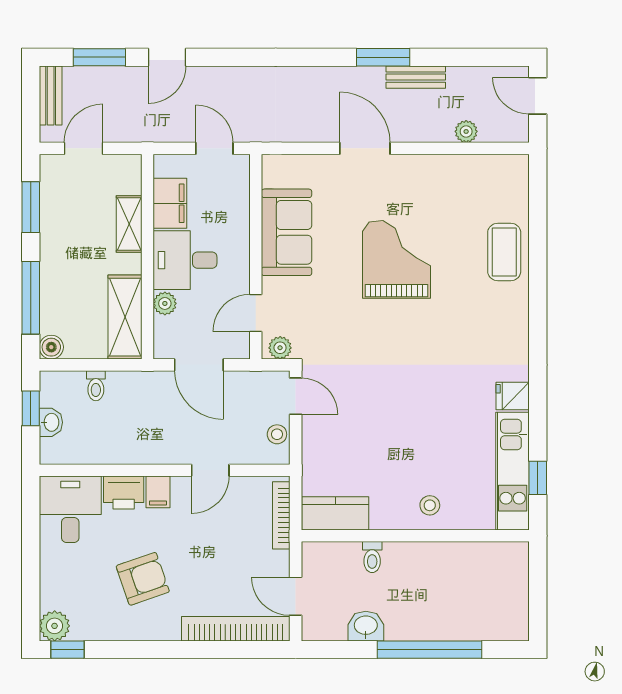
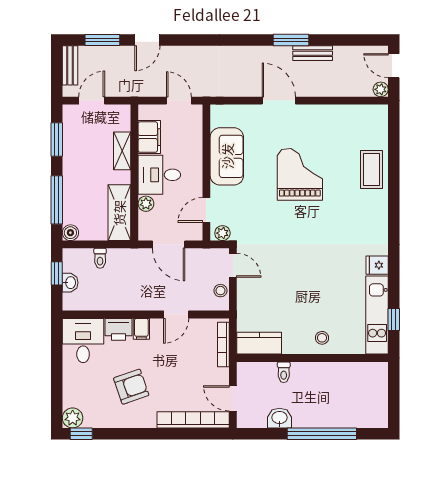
plant: (466, 131) -> (381, 89), moved

